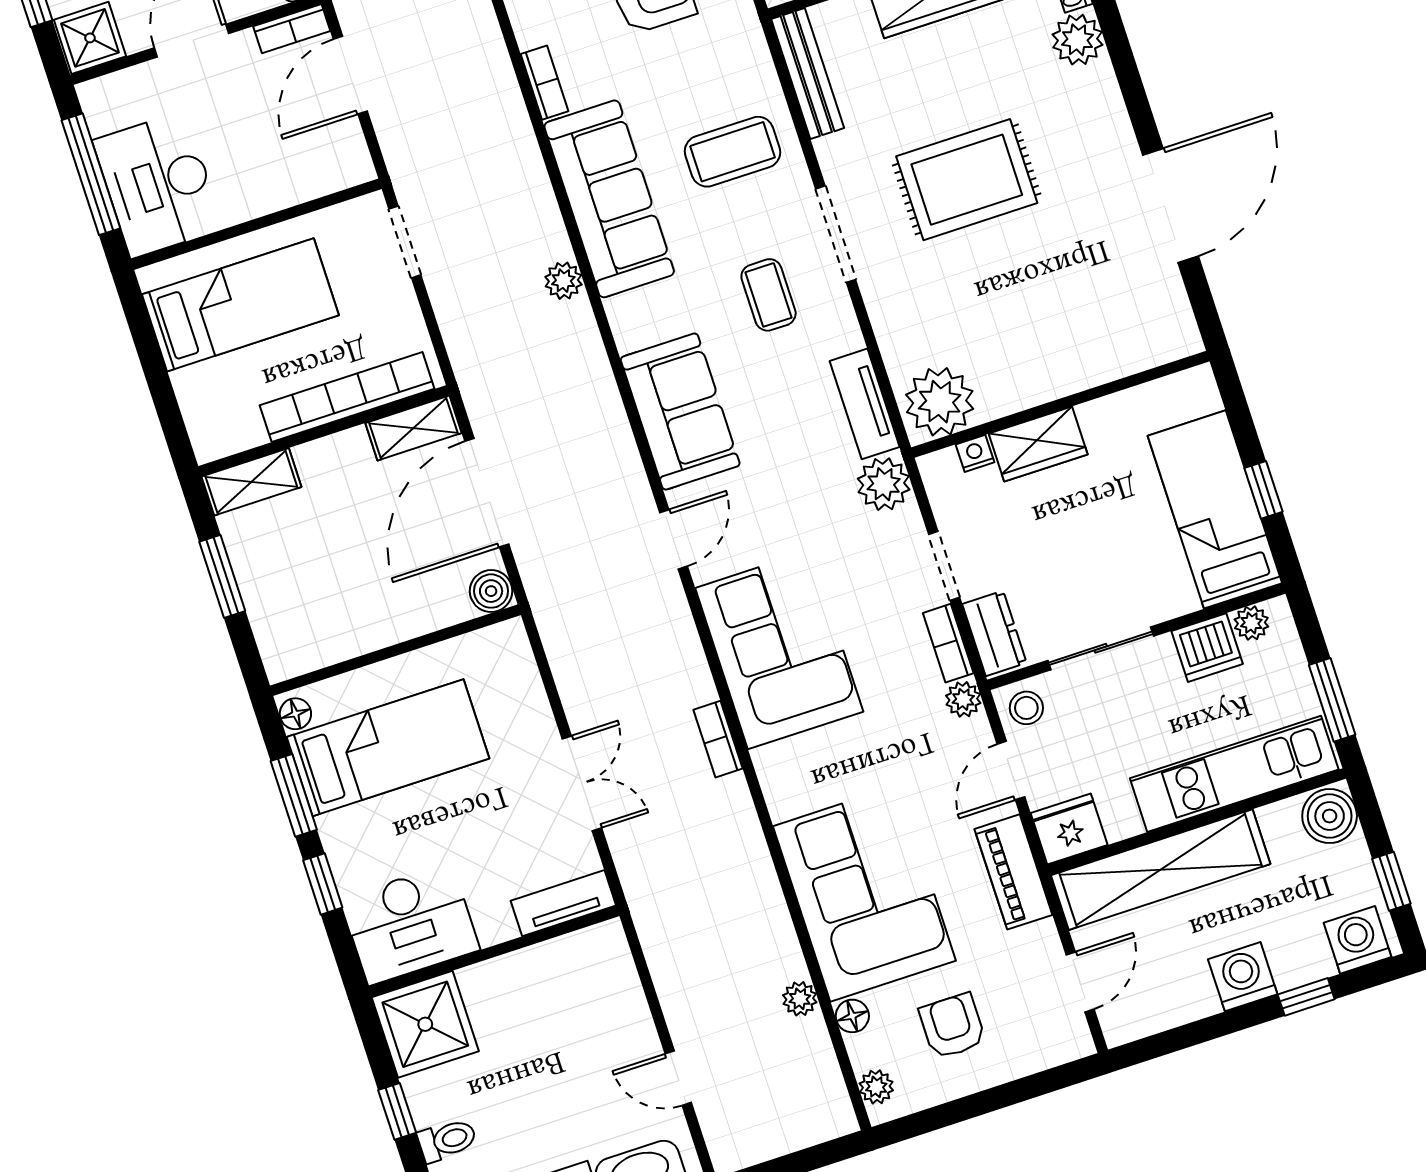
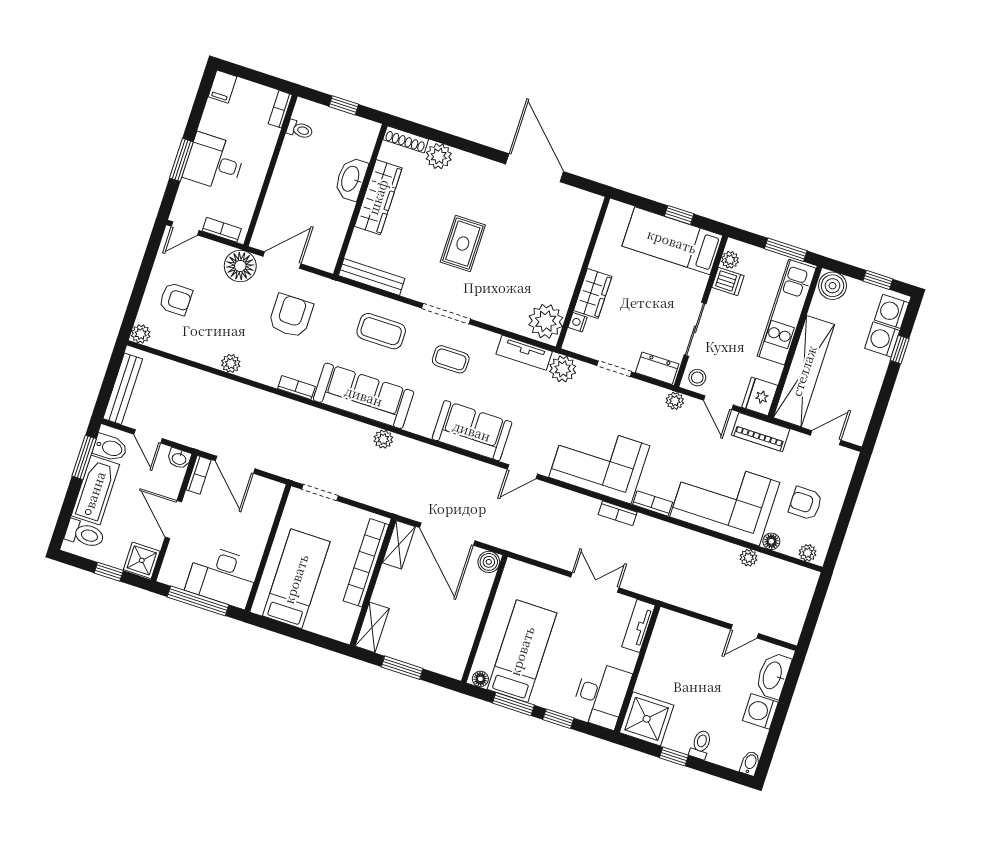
coffee table: (733, 152) -> (381, 331), turned 90
rug: (967, 180) -> (463, 244), width x0.73, depth x0.70
door: (673, 539) -> (522, 472), swing flipped
bookcase: (948, 643) -> (653, 503), moved, turned 180
dishwasher: (1207, 648) -> (728, 282), width x0.73
washing machine: (1243, 977) -> (882, 339), moved
door: (1080, 982) -> (826, 438), hinge flipped

